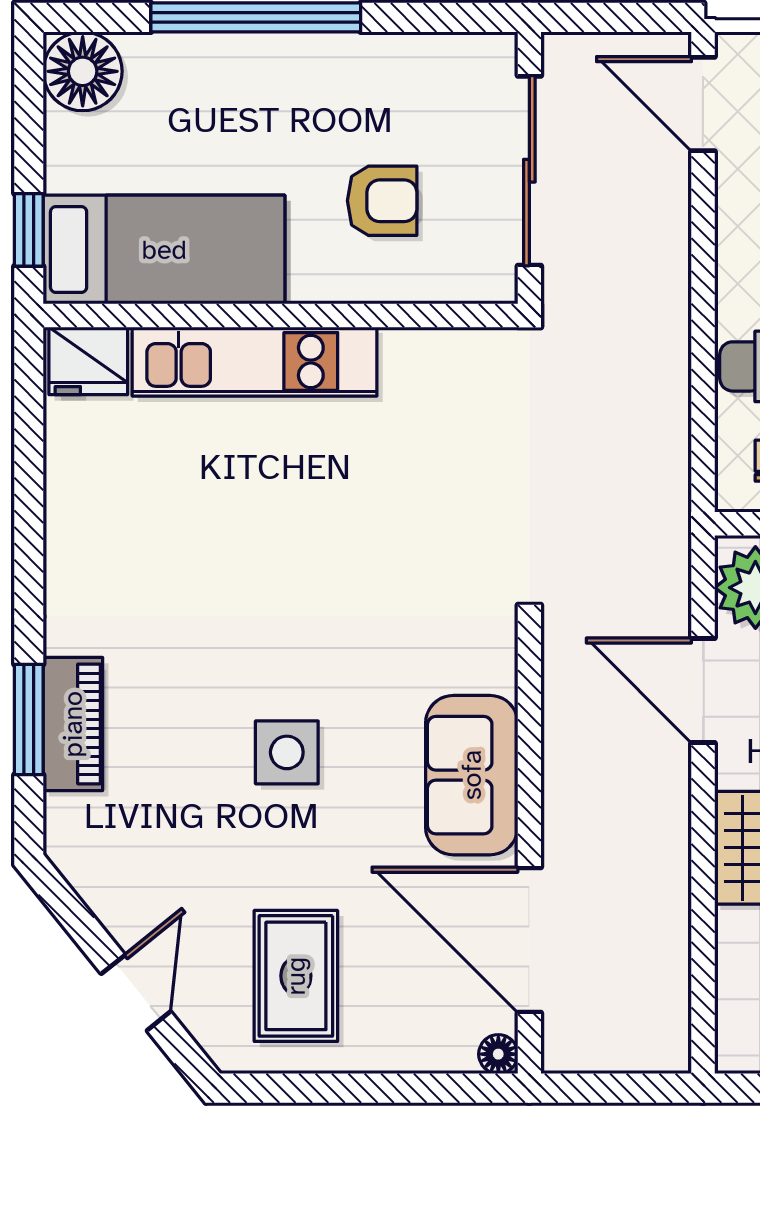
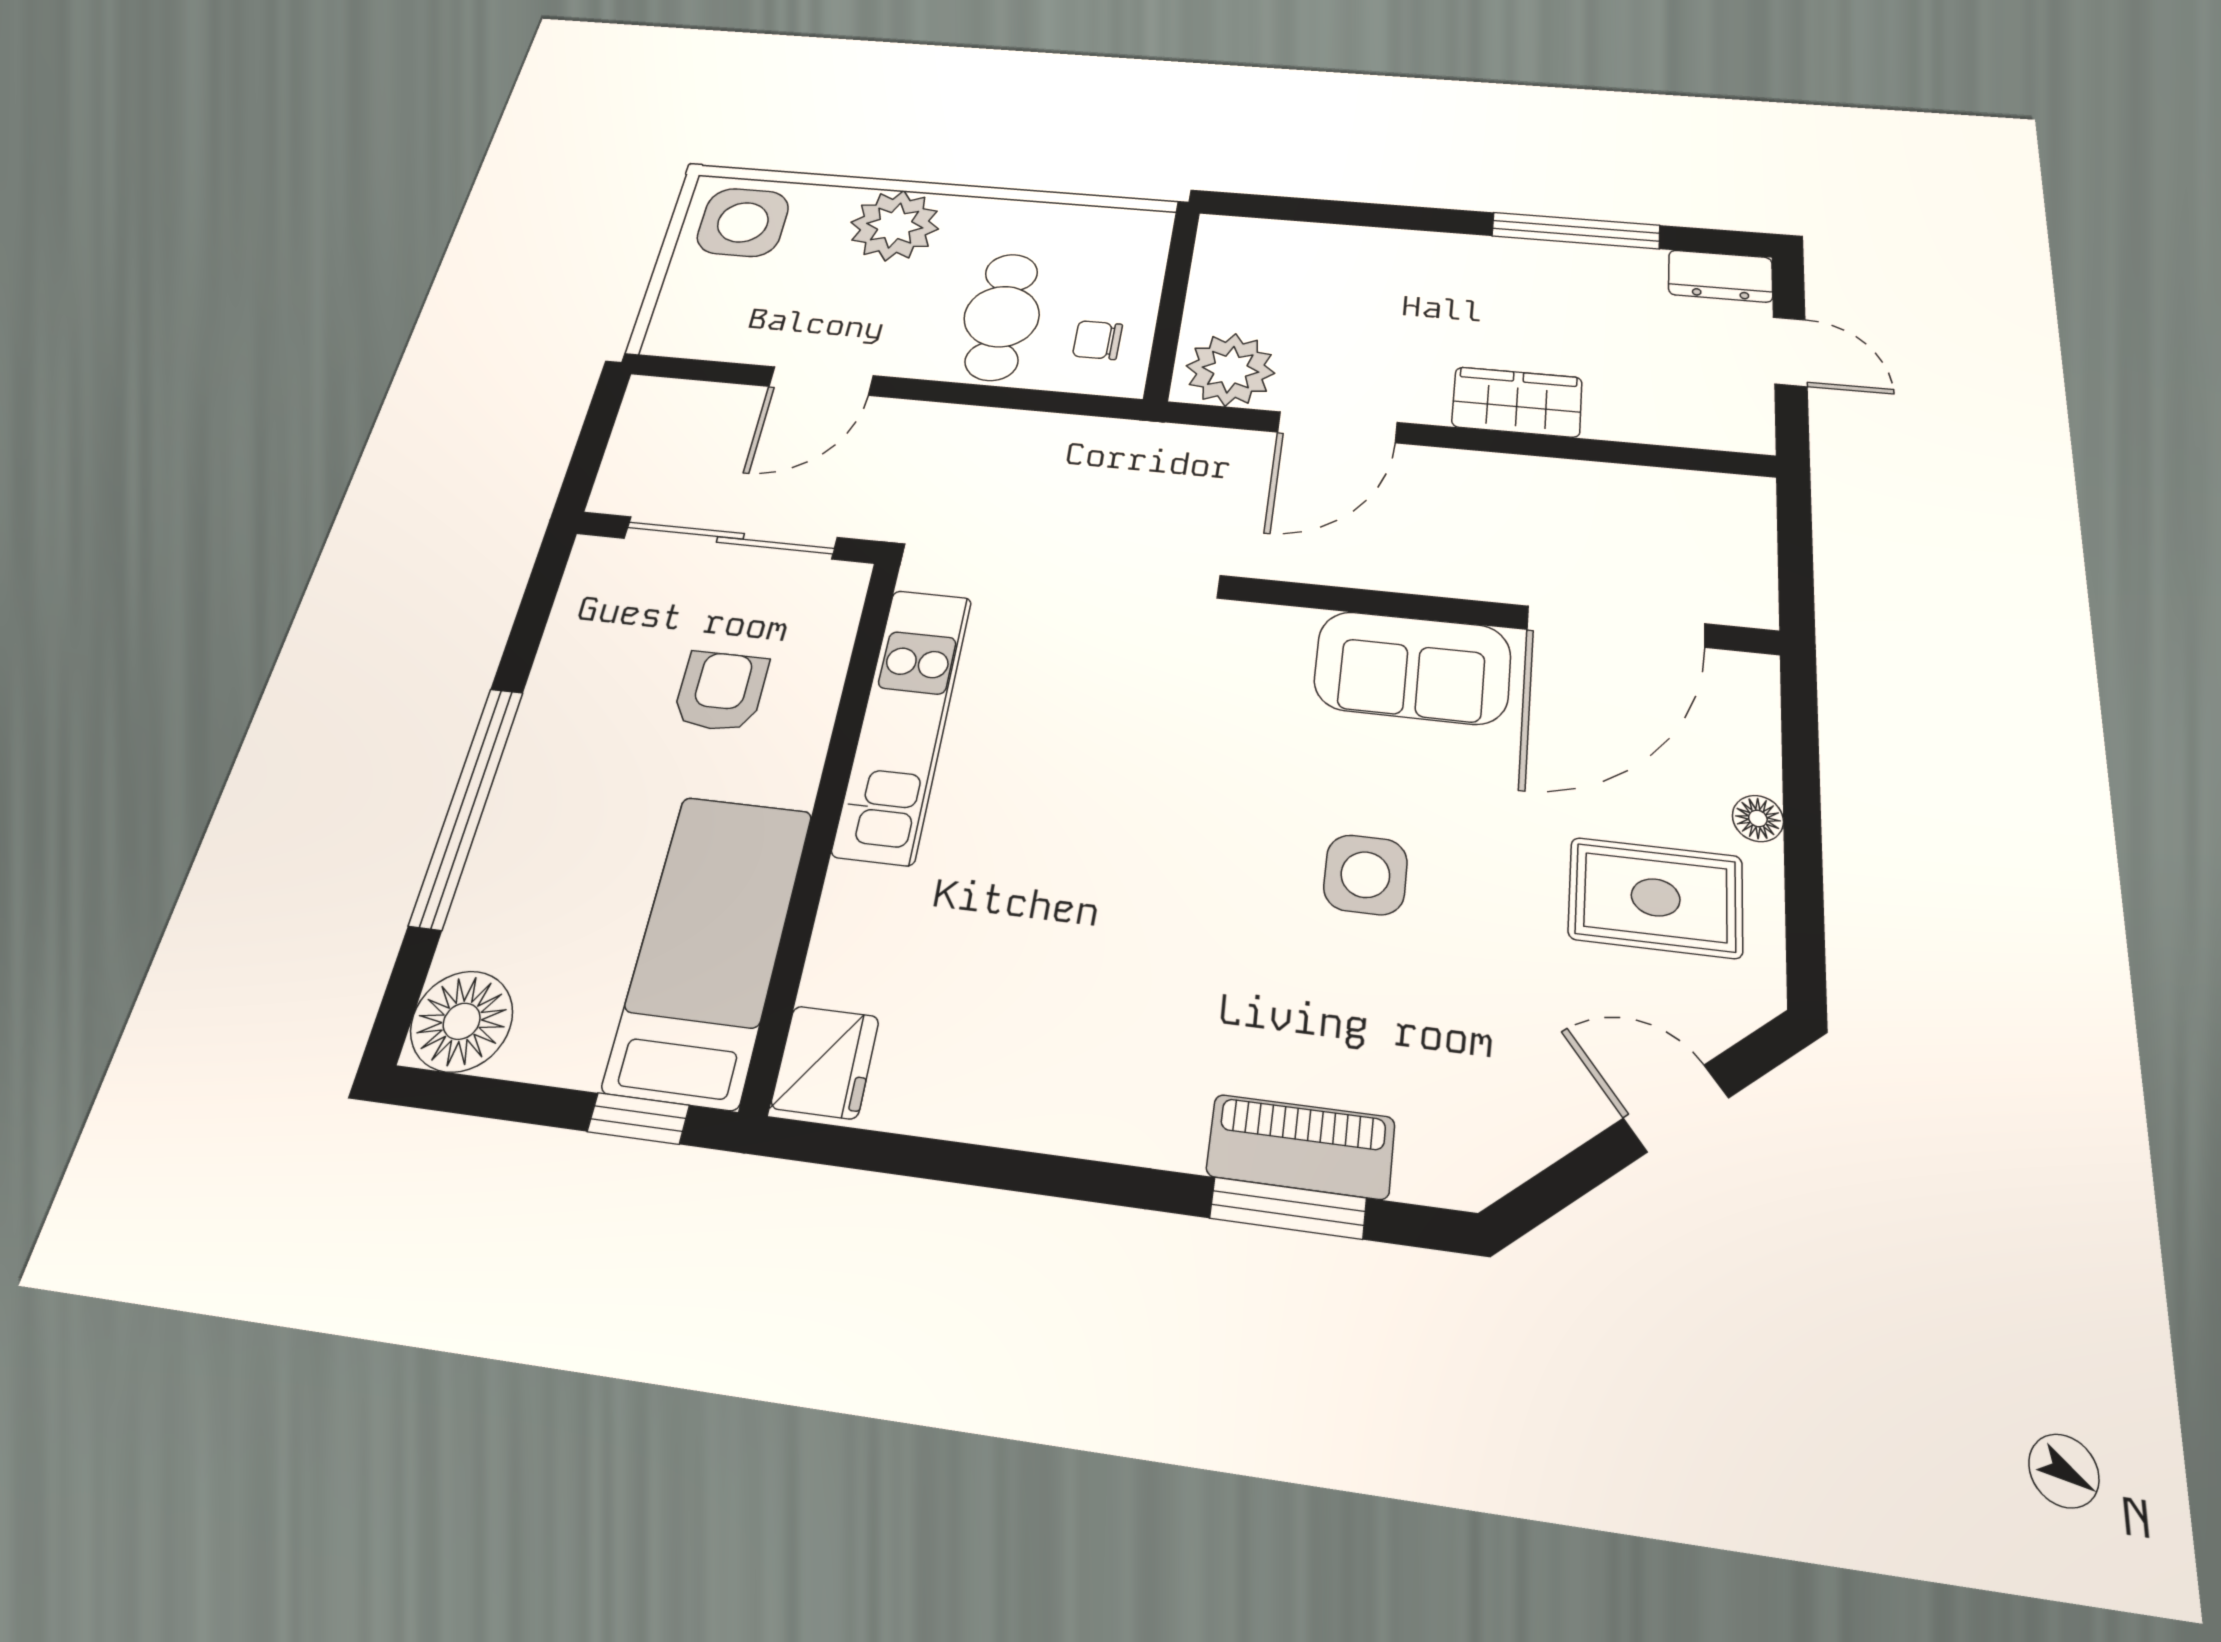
door: (703, 104) -> (821, 381), moved
kitchen unit: (255, 362) -> (903, 723), moved
floor lamp: (498, 1054) -> (1758, 818), moved

